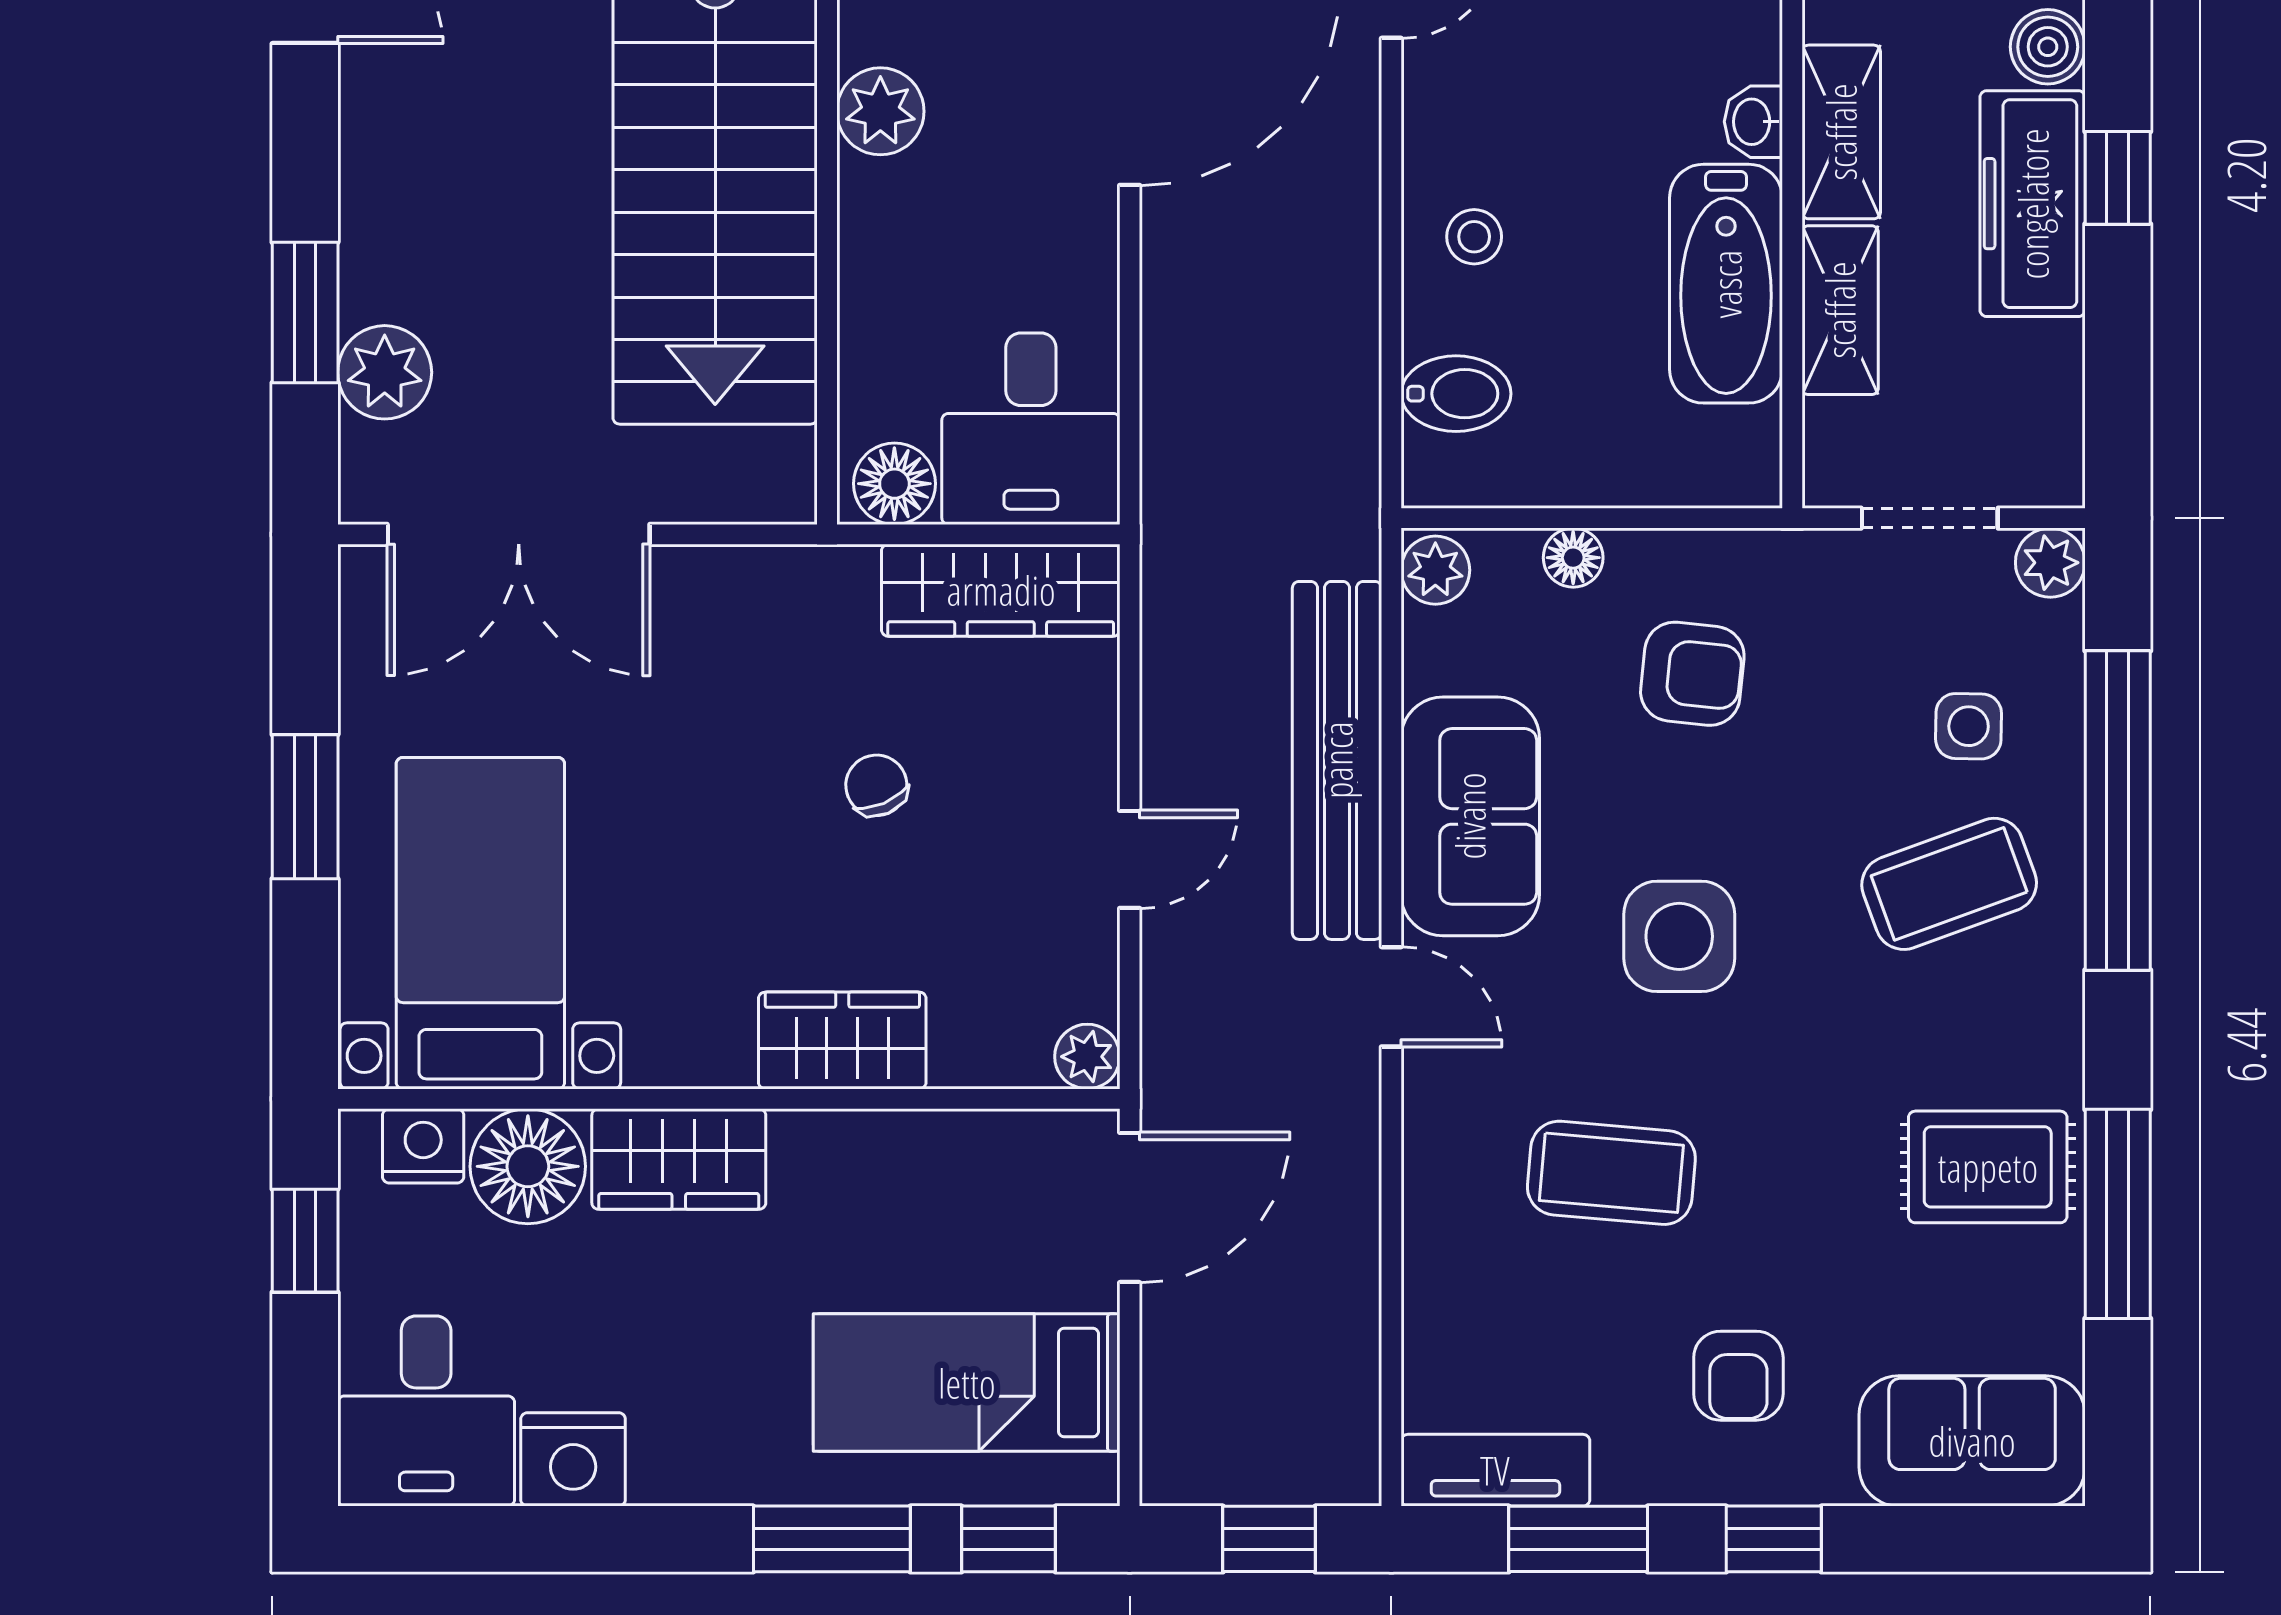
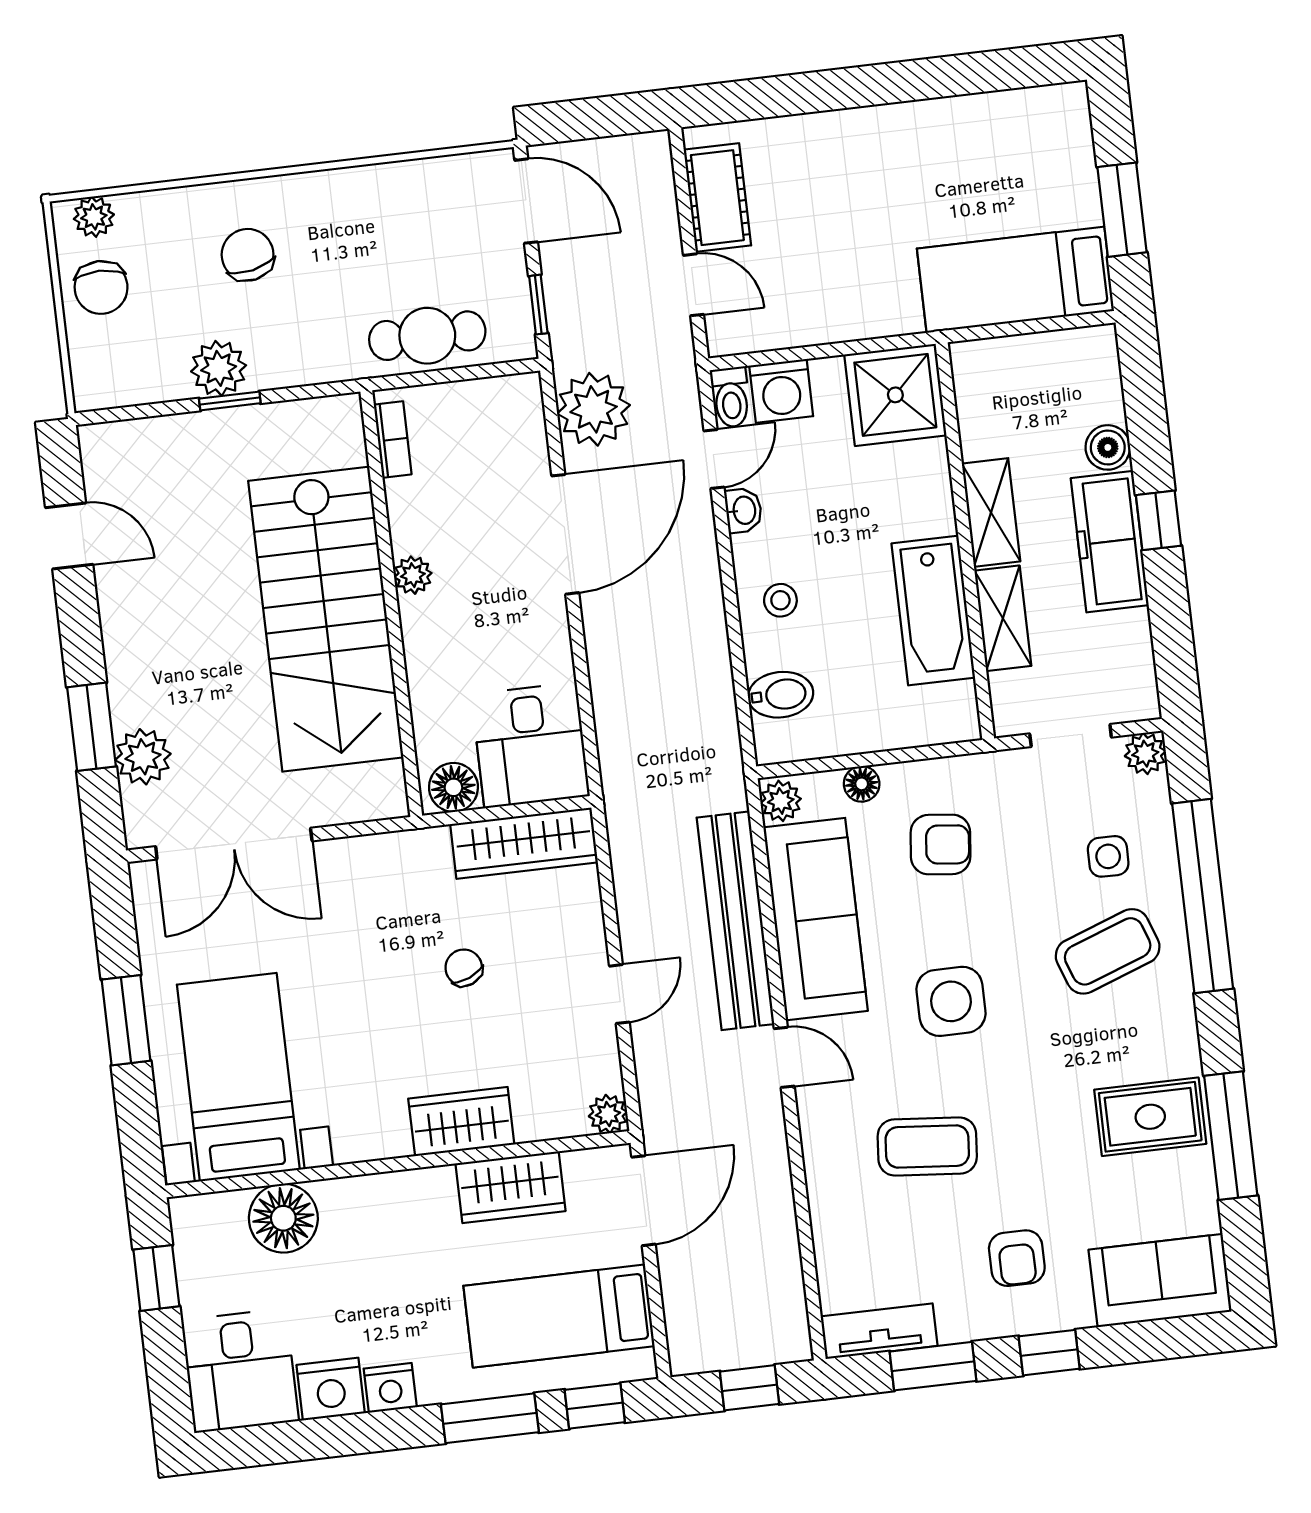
plant: (880, 111) -> (413, 575), width x0.73, depth x0.73
washbasin: (1753, 122) -> (743, 510), moved, turned 180
sofa: (1470, 816) -> (816, 919), width x1.36
nightstand: (423, 1146) -> (390, 1388), moved, turned 180
wardrobe: (679, 1159) -> (510, 1187), moved

